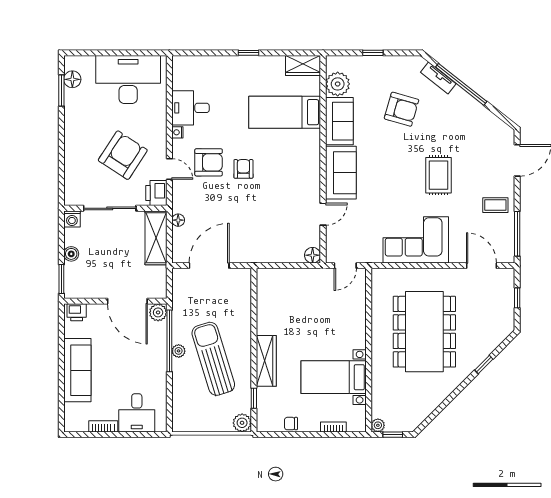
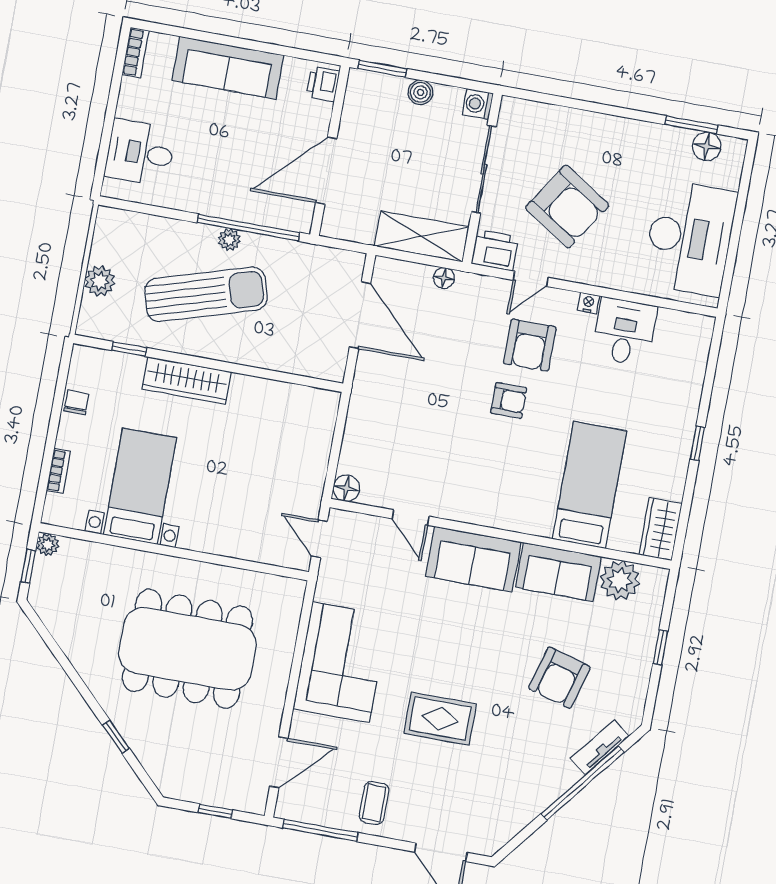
plant: (158, 312) -> (298, 217), removed
plant: (242, 423) -> (100, 281), moved
bookcase: (103, 426) -> (136, 52), moved

